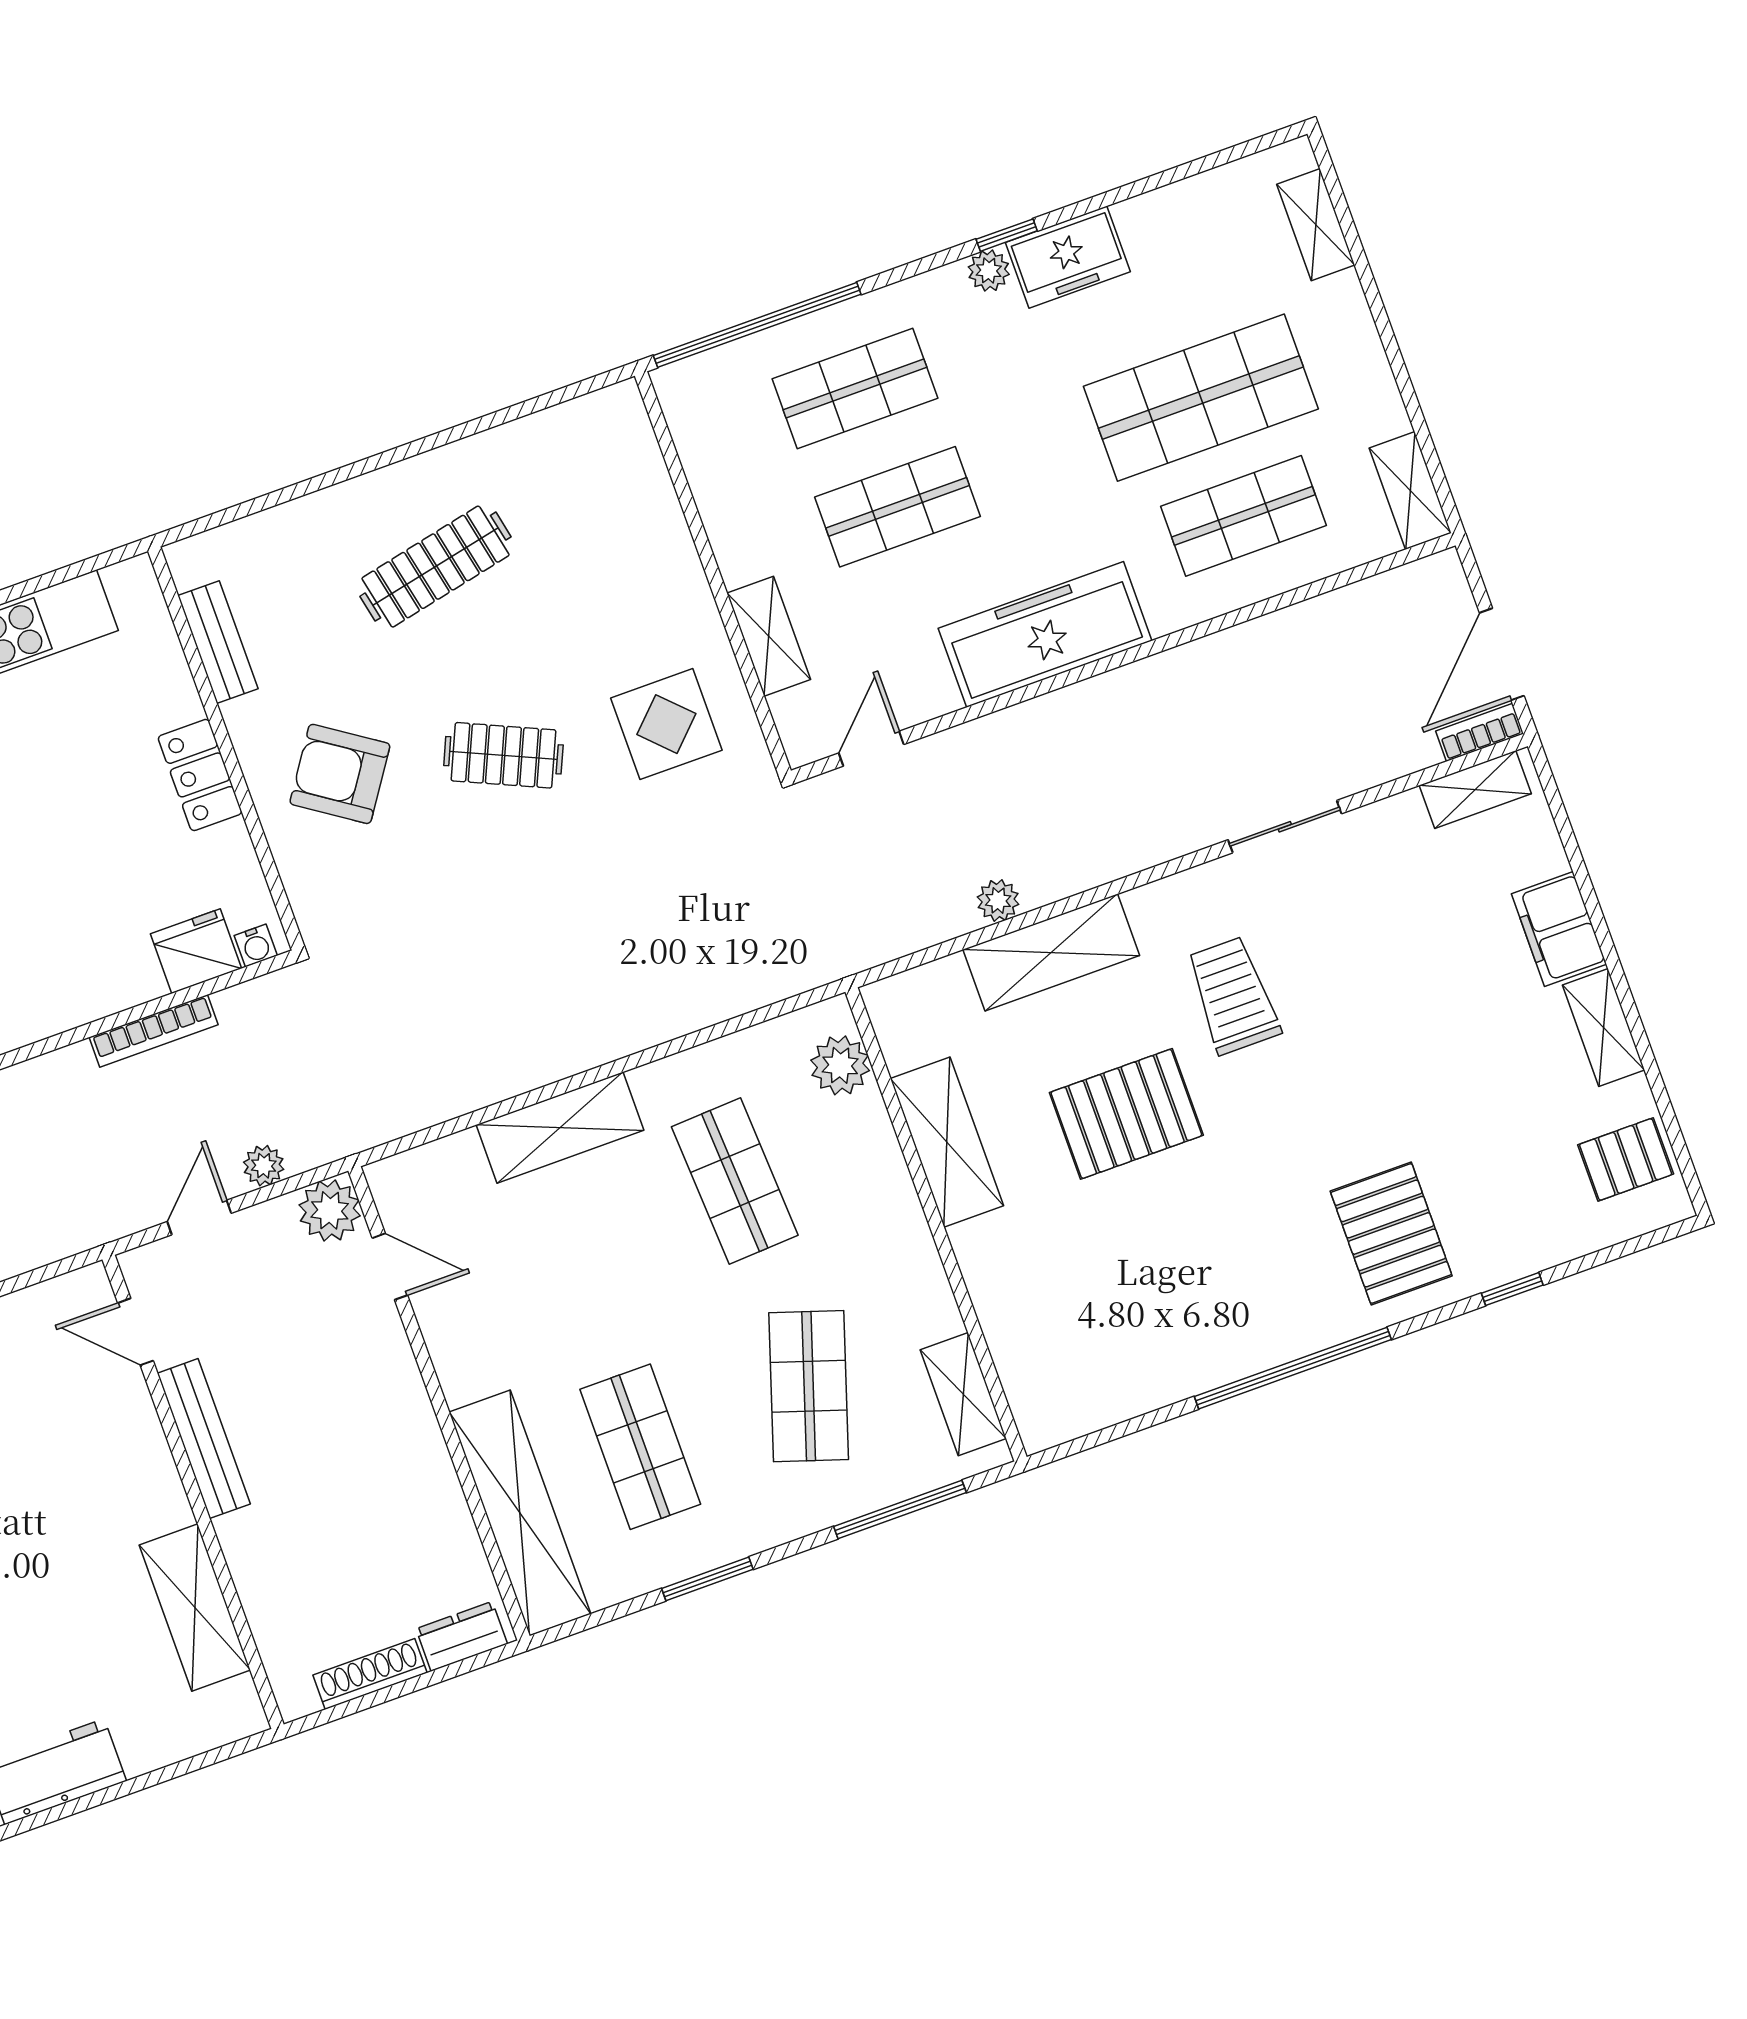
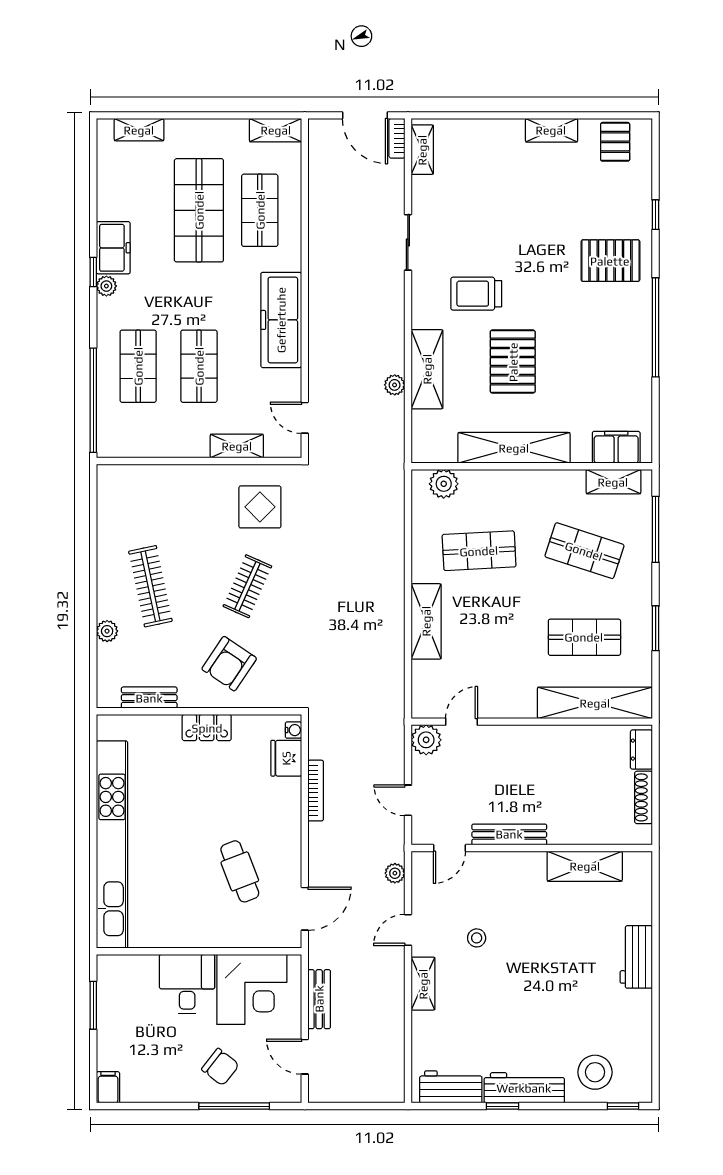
plant: (318, 514) -> (107, 631), added
filing cabinet: (1559, 929) -> (616, 447), moved, turned 180
shelving: (947, 1142) -> (514, 448), width x1.47
plant: (264, 1166) -> (395, 873), moved

